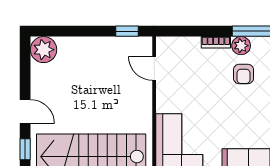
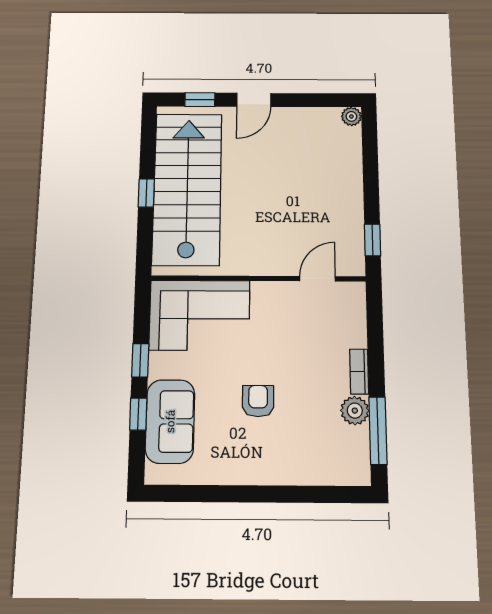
plant: (44, 50) -> (351, 116), width x0.53, depth x0.53
armchair: (243, 74) -> (258, 401), moved, turned 90

